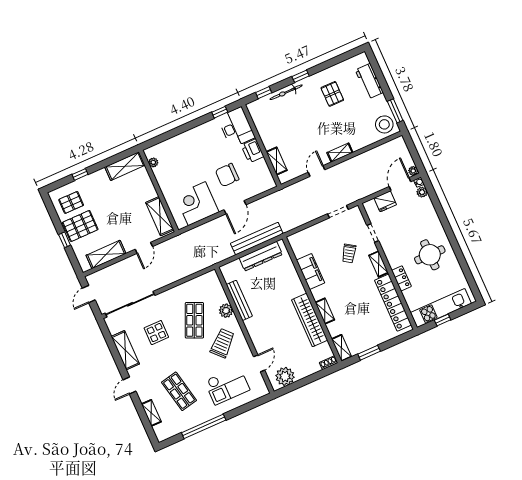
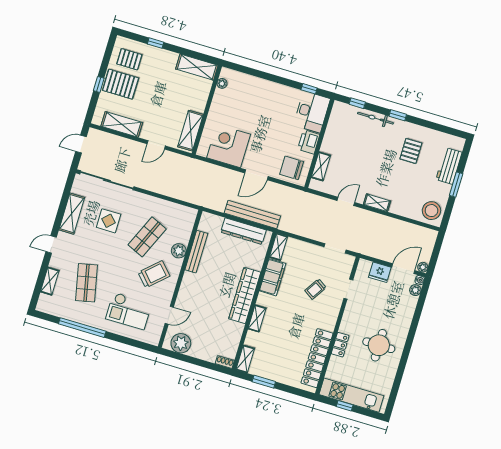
window: (395, 111) -> (456, 185), moved
chair: (227, 175) -> (292, 168), moved
shelving: (379, 264) -> (278, 247), moved
wardrobe: (310, 320) -> (245, 295), moved

